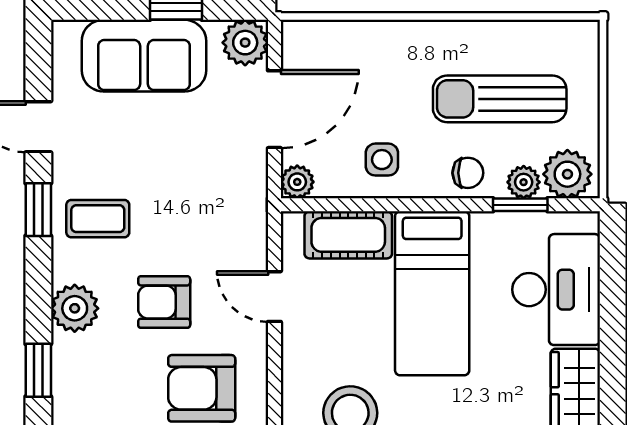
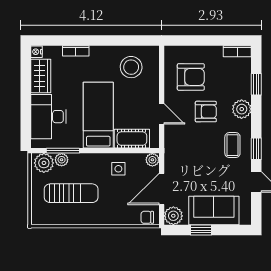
chair: (468, 173) -> (147, 217), moved
window: (520, 205) -> (63, 151), width x1.50
coffee table: (98, 219) -> (232, 145), turned 90

